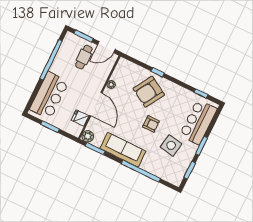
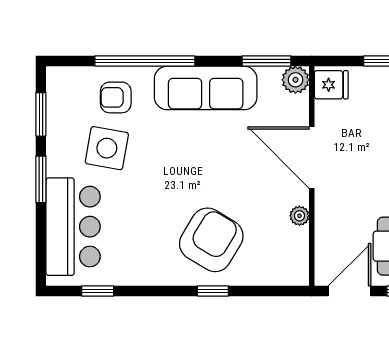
fridge: (80, 118) -> (331, 85), moved
armchair: (151, 124) -> (116, 97), moved

